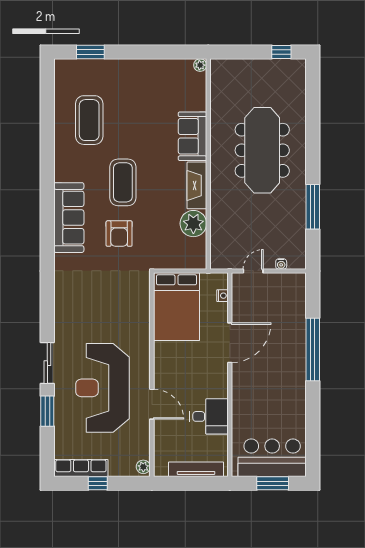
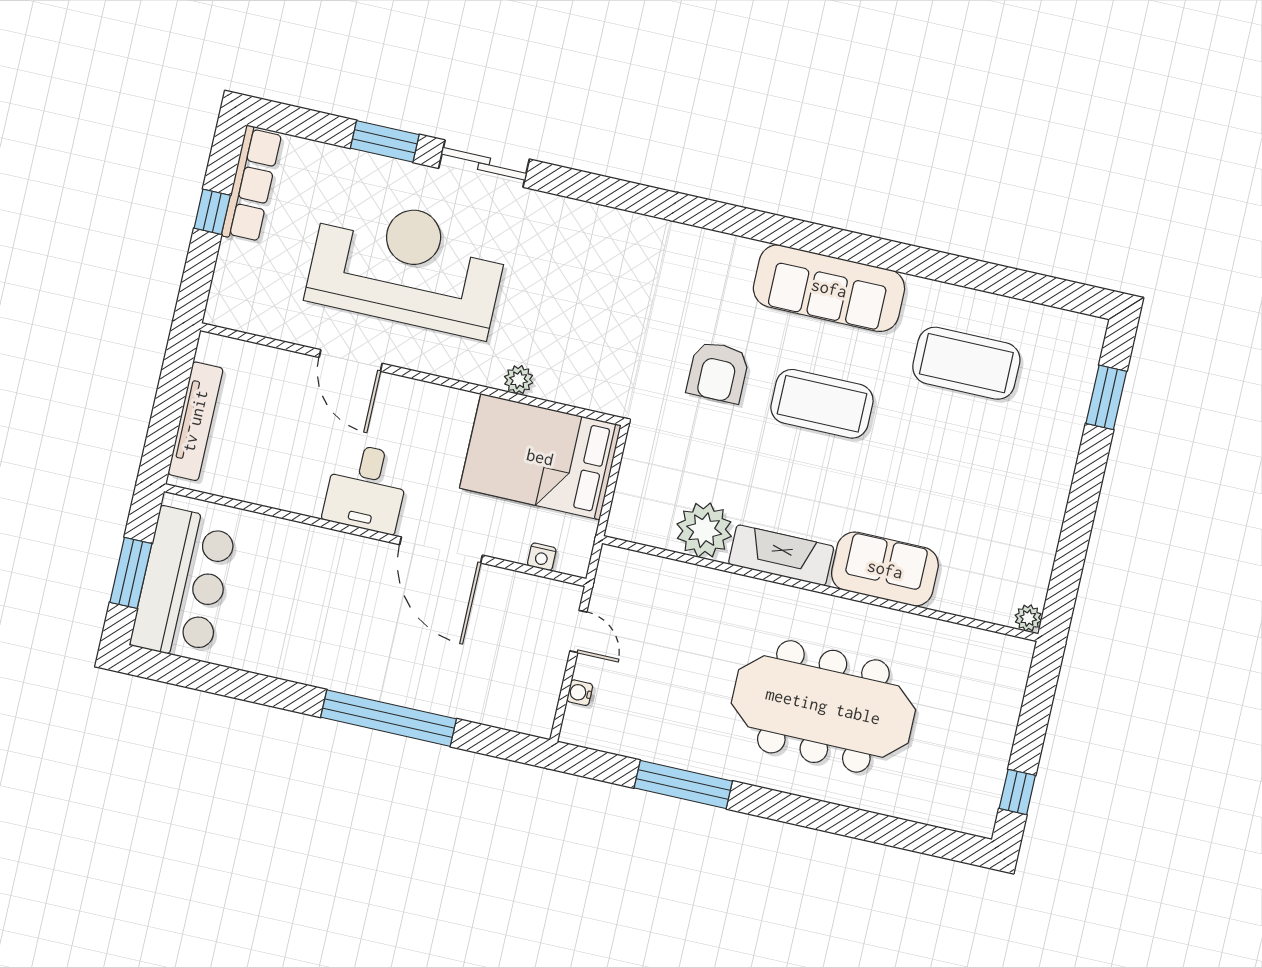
sofa: (69, 218) -> (829, 288), moved
armchair: (119, 234) -> (718, 372), turned -90
door: (152, 404) -> (351, 360), hinge flipped
desk: (209, 416) -> (366, 488), moved
plant: (143, 467) -> (519, 380), moved

